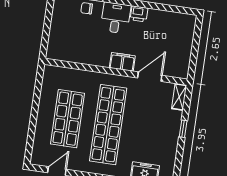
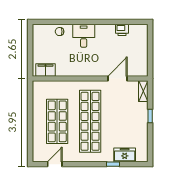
printer: (139, 14) -> (122, 30), moved
filing cabinet: (122, 62) -> (45, 70), moved

